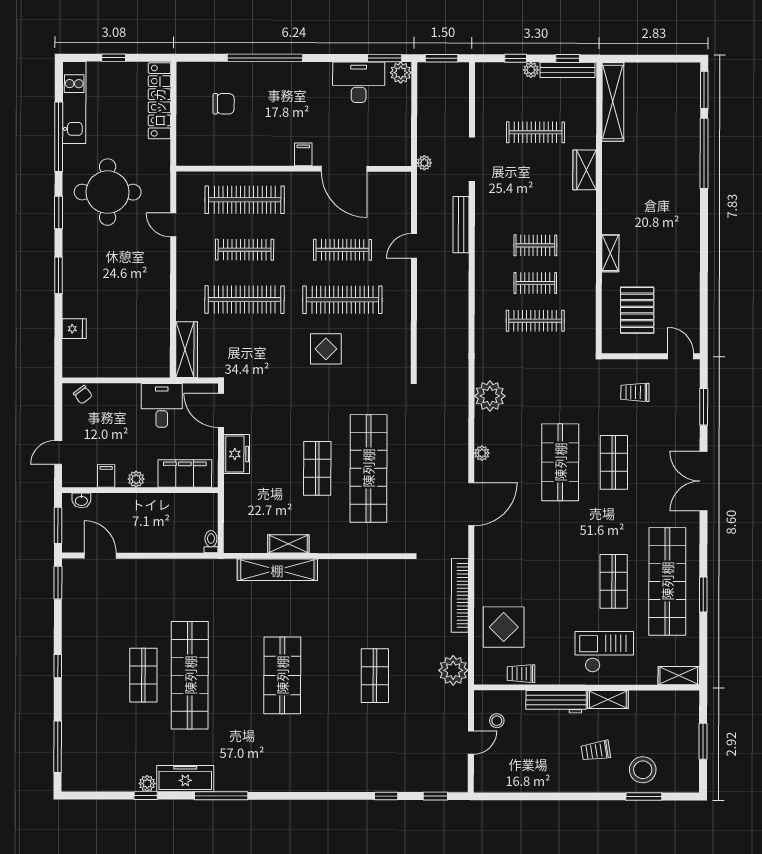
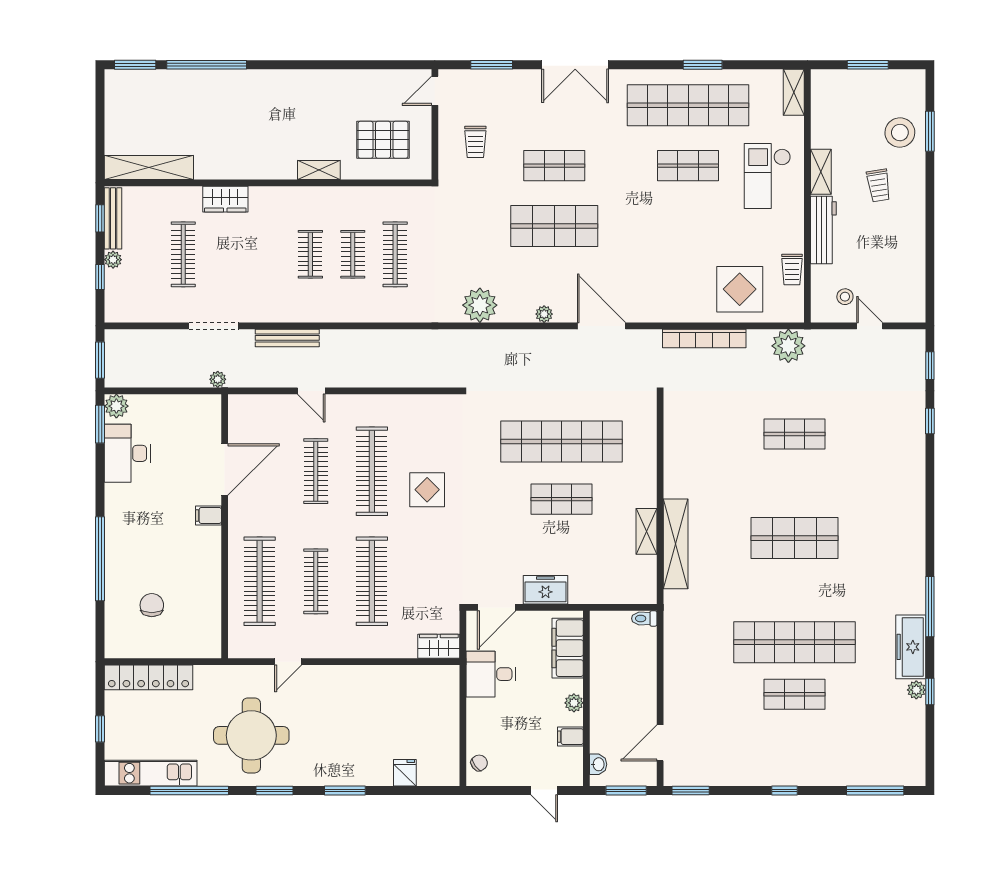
wardrobe: (187, 350) -> (439, 646), width x0.67

